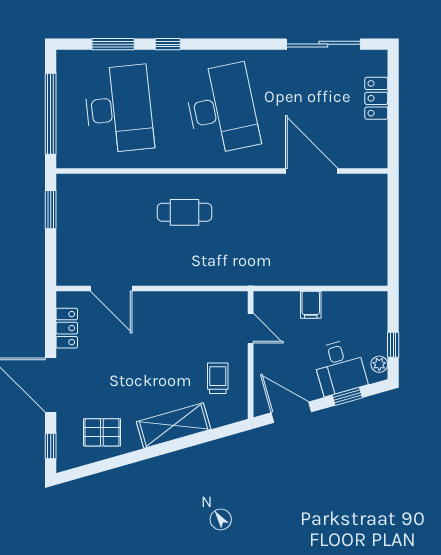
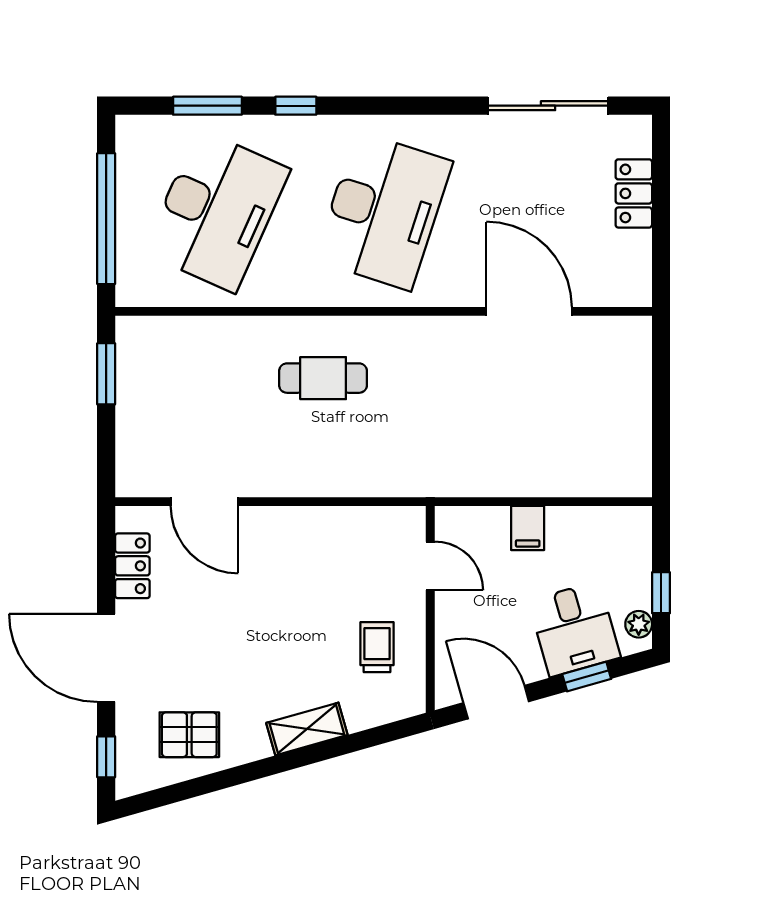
desk: (119, 109) -> (217, 211), turned 30
desk: (222, 109) -> (384, 211), turned 30
shelving: (174, 425) -> (307, 729), width x0.67, depth x0.75

